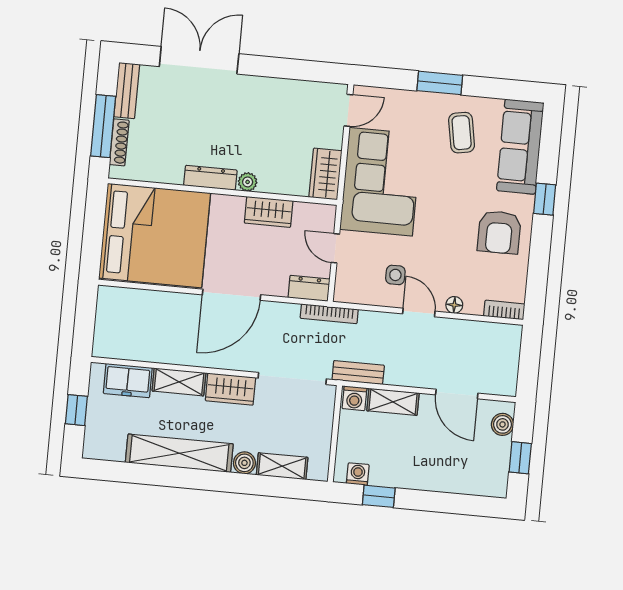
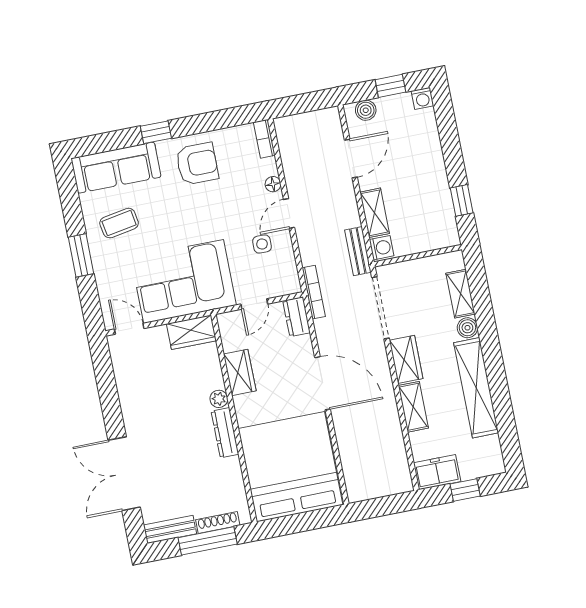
freezer: (128, 381) -> (437, 472), moved, turned -90
washing machine: (358, 474) -> (423, 98), moved, turned -90

